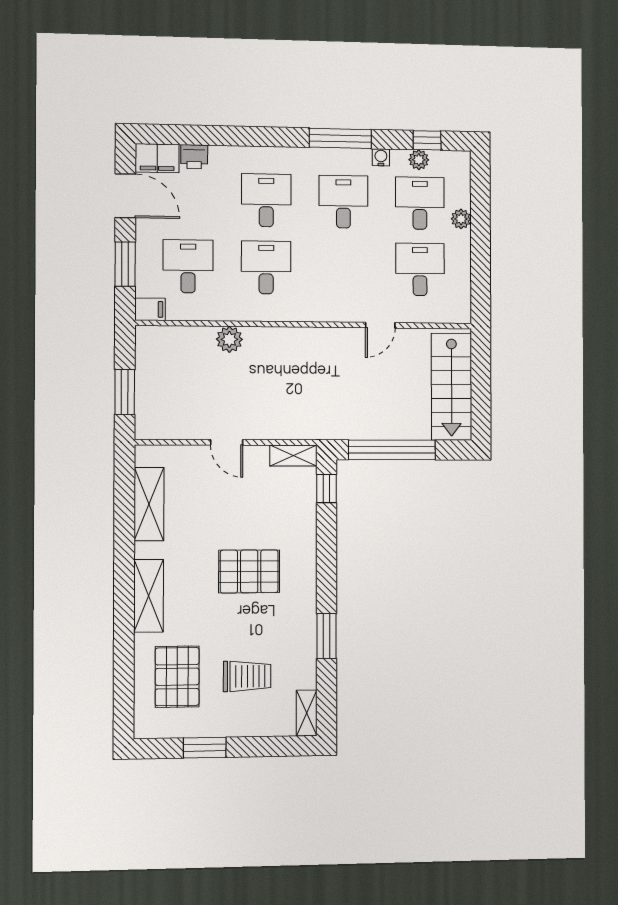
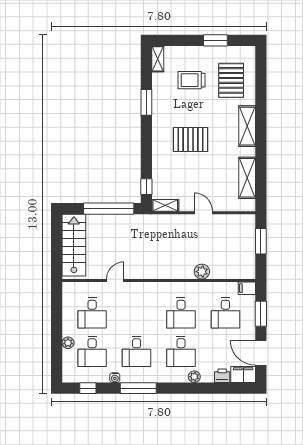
plant: (419, 160) -> (194, 377), moved

